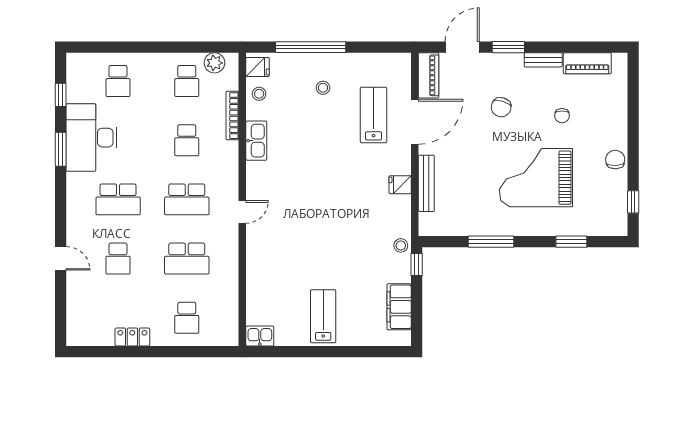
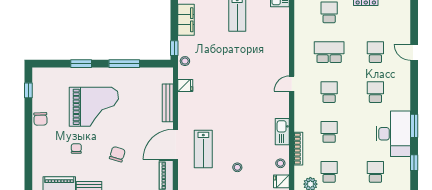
fridge: (400, 185) -> (185, 85), moved
school desk: (118, 199) -> (375, 92), width x0.54
school desk: (187, 199) -> (329, 92), width x0.54
window: (571, 242) -> (81, 64), moved

